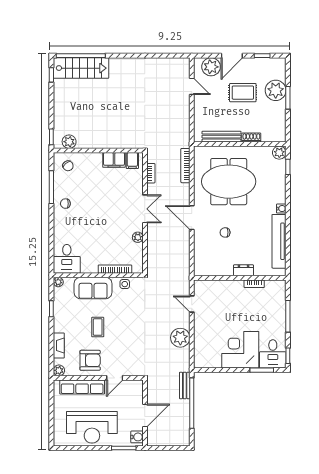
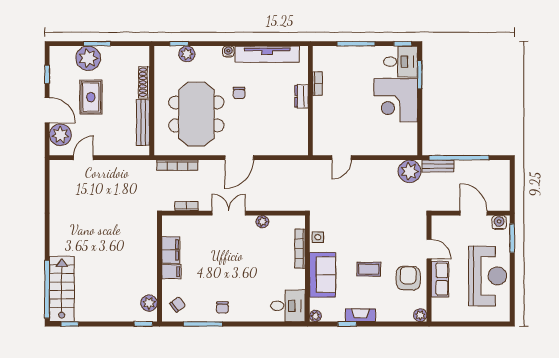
shoe rack: (251, 137) -> (144, 82), width x1.43
plant: (279, 153) -> (187, 54), moved
filing cabinet: (132, 161) -> (171, 272), moved
chair: (225, 232) -> (239, 93), moved
plant: (180, 338) -> (410, 171), moved
fireplace: (59, 345) -> (360, 315), moved
row of seats: (82, 387) -> (440, 279), width x0.68

